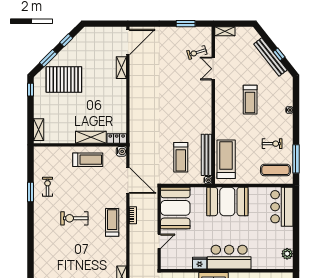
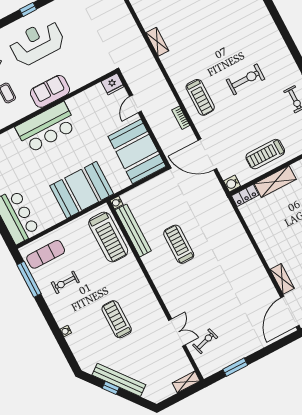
treadmill: (181, 157) -> (179, 244), moved
fridge: (200, 263) -> (113, 84), moved

